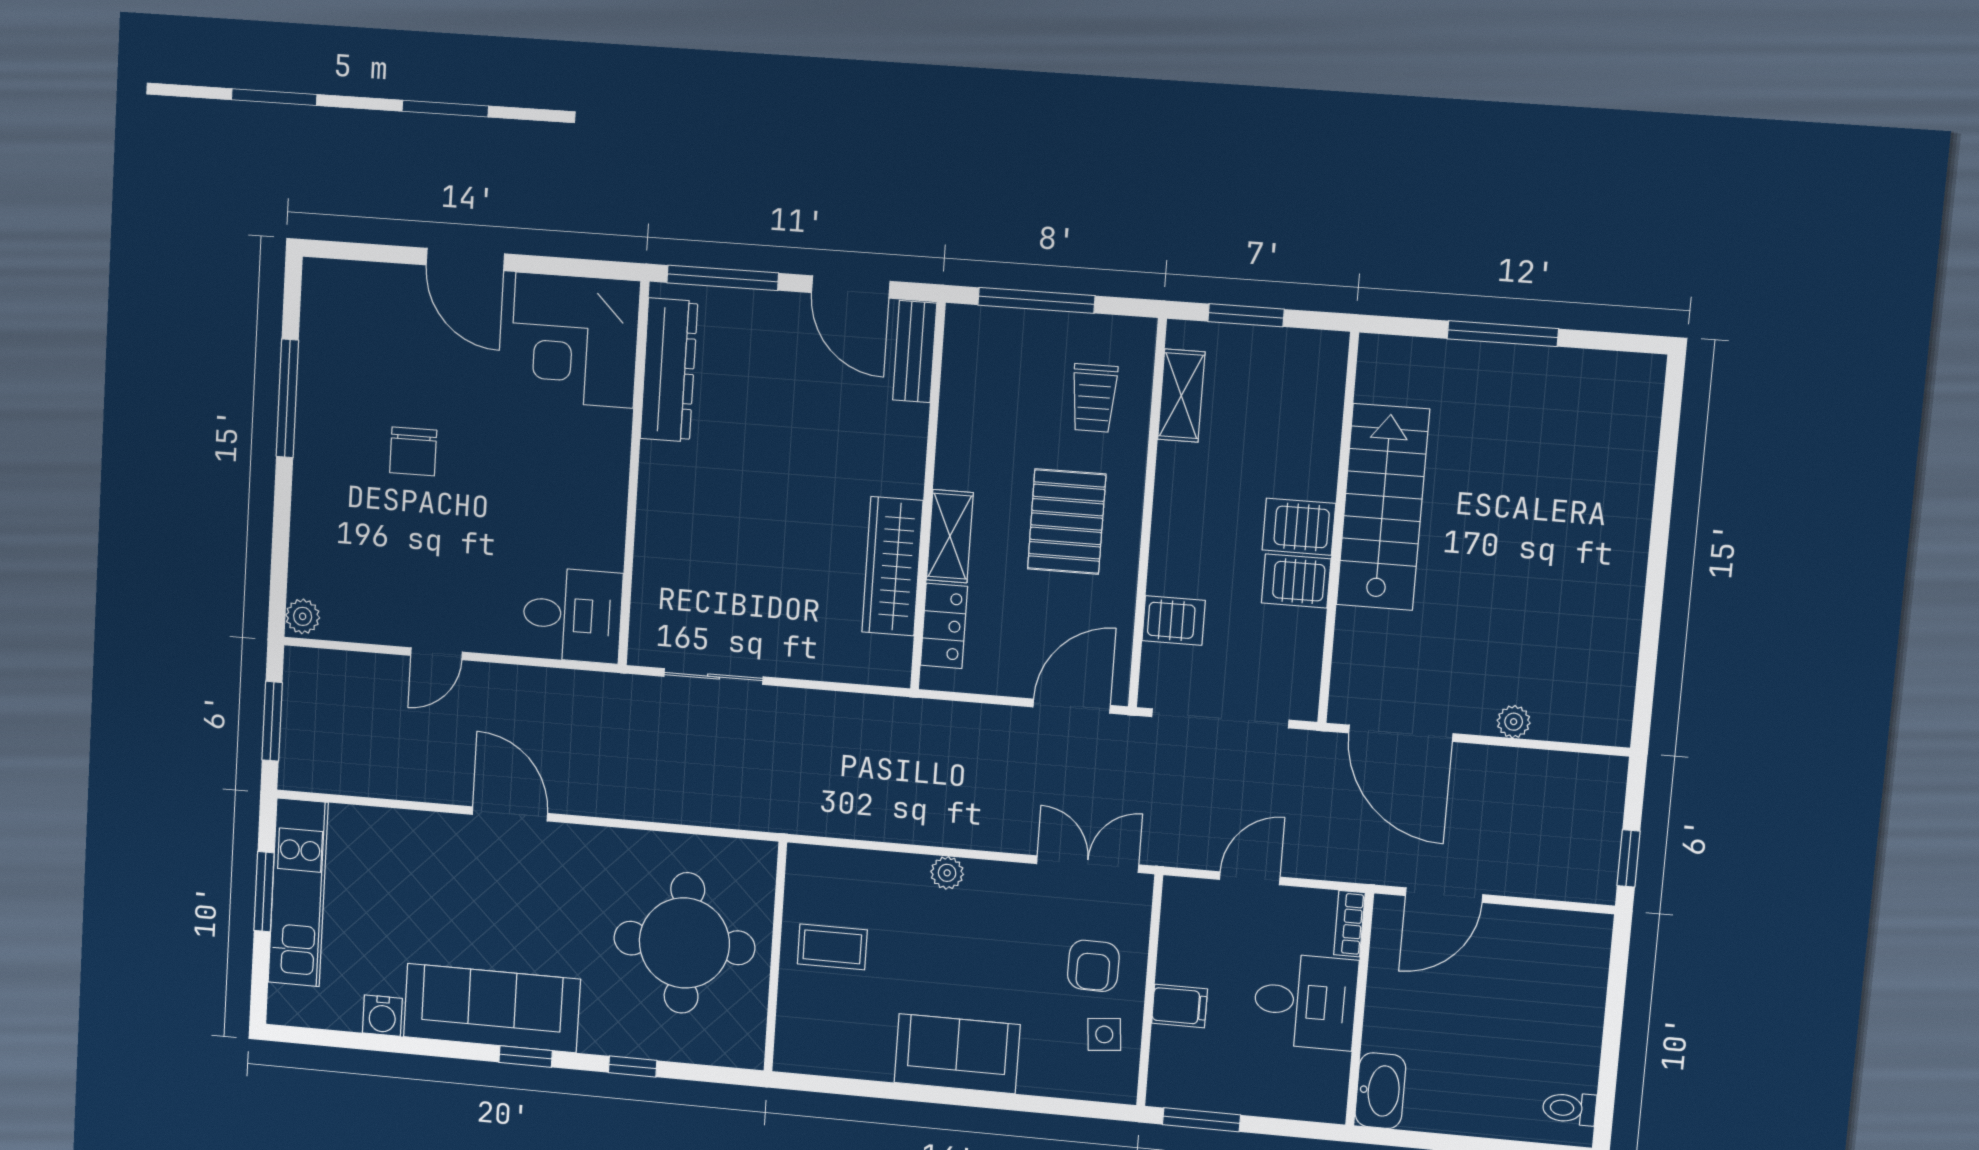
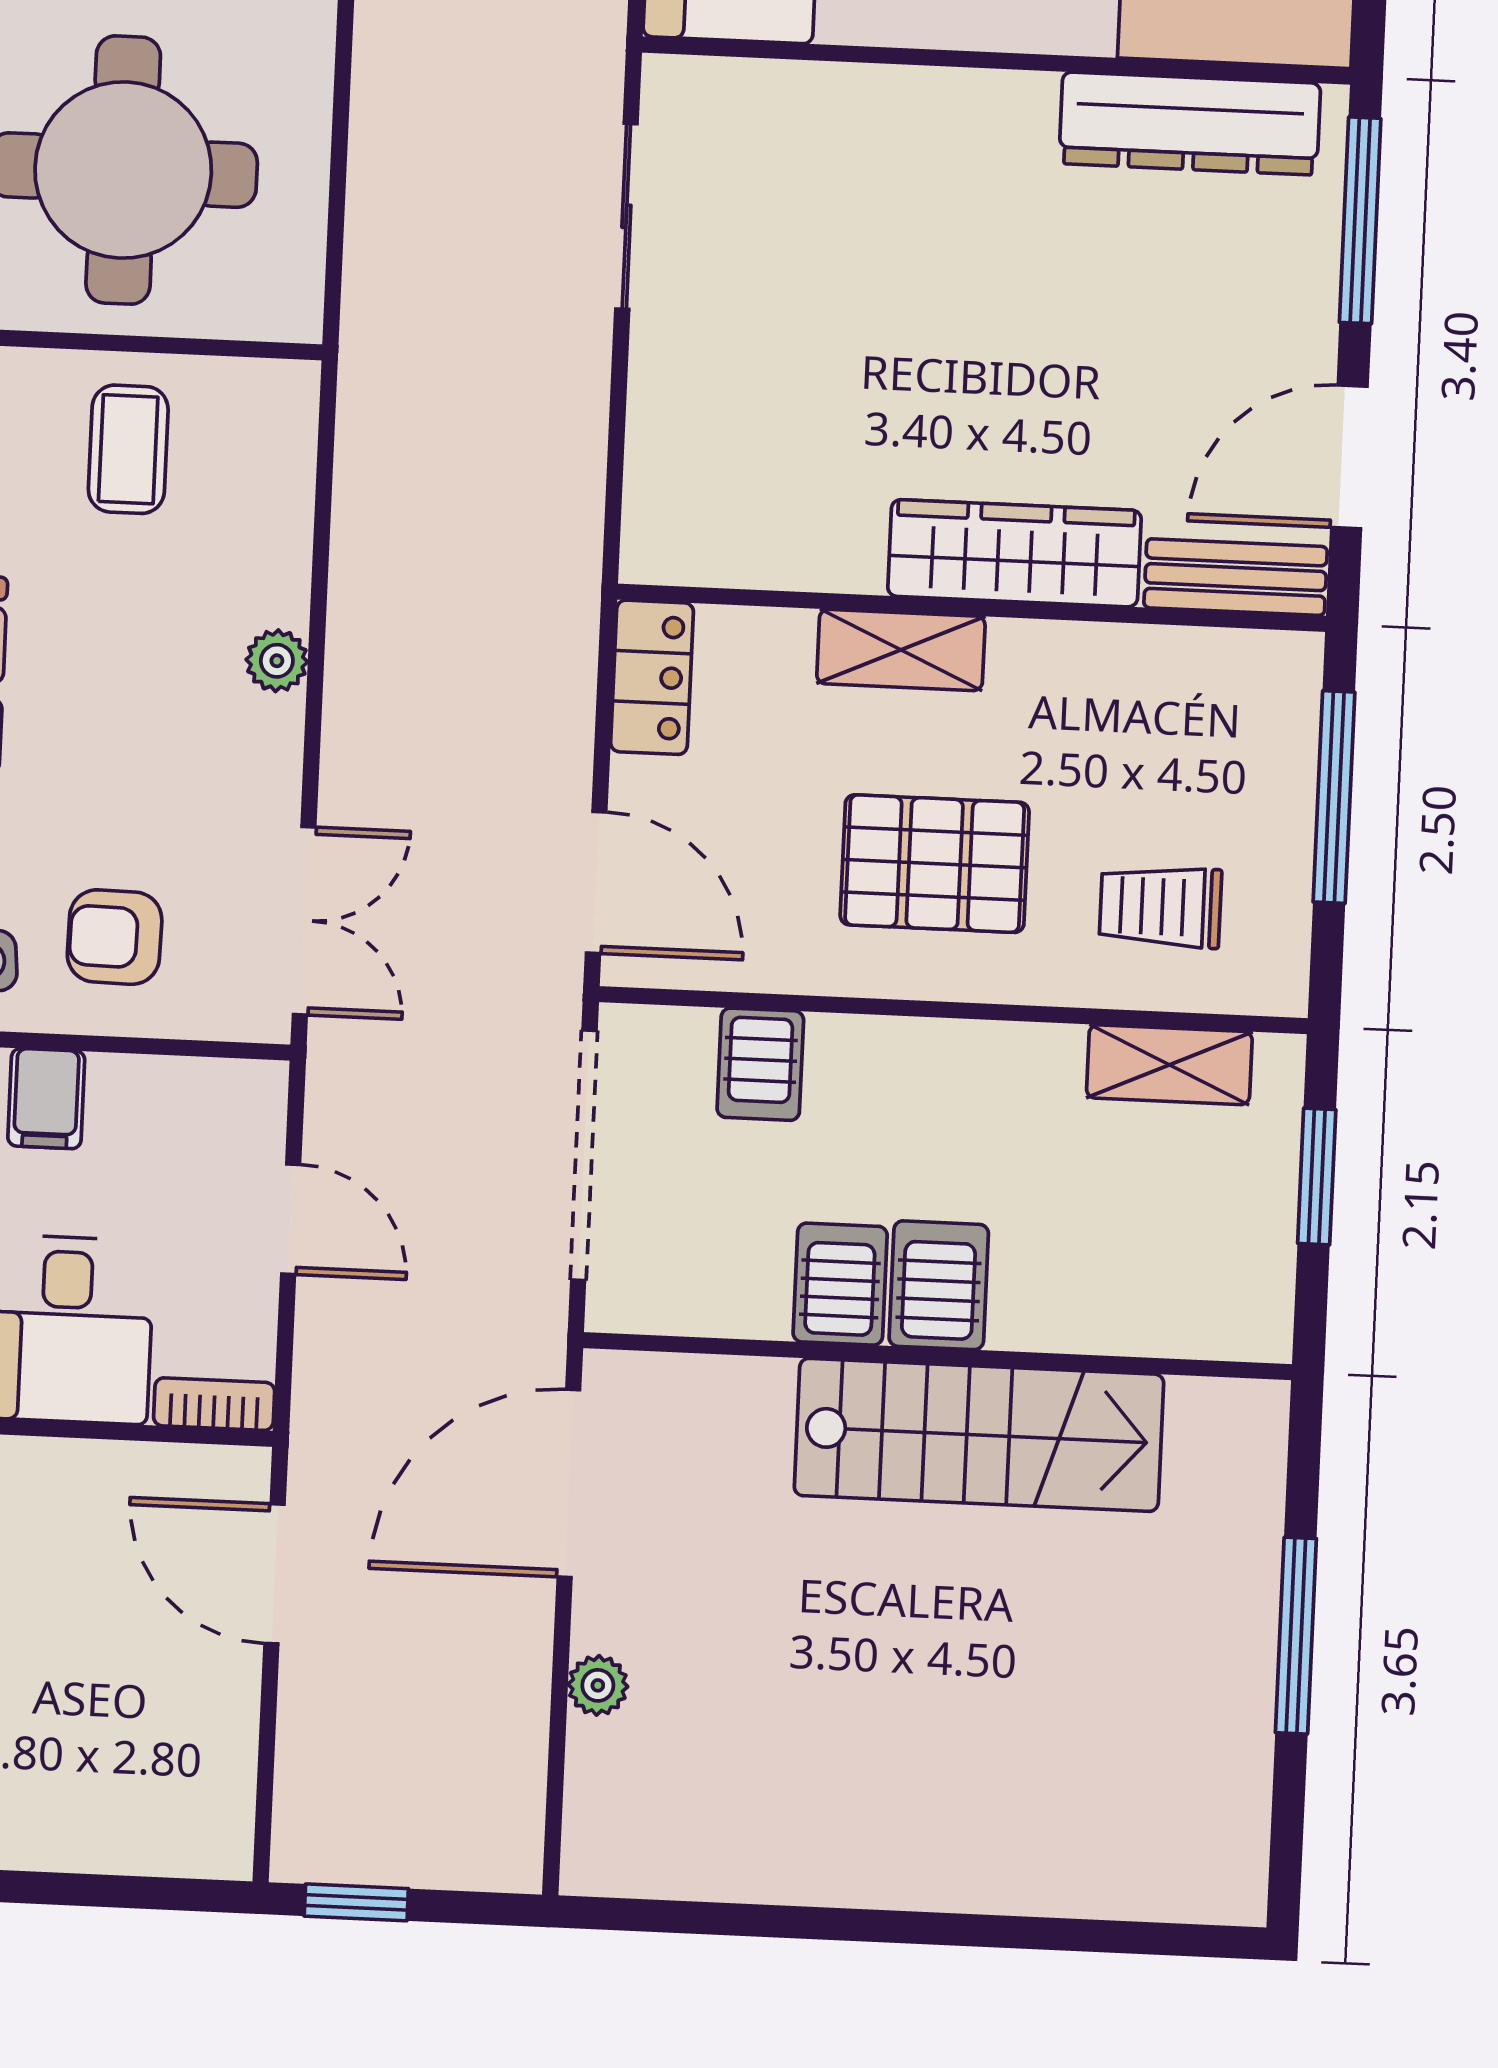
wardrobe: (892, 566) -> (1015, 553), moved
locker: (944, 626) -> (652, 677), moved, turned -90

